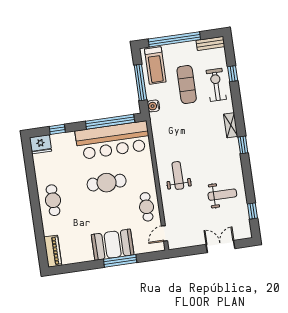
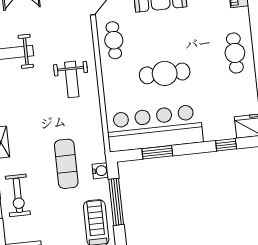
exercise mat: (187, 84) -> (66, 164), moved
window: (110, 122) -> (157, 152), width x0.47

